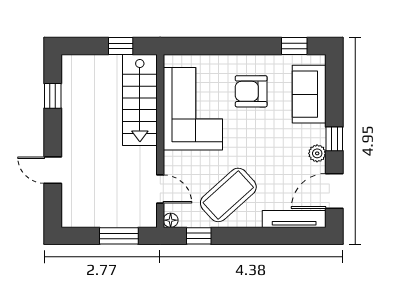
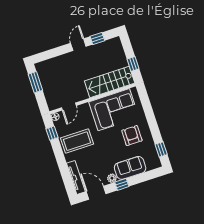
sofa: (309, 94) -> (130, 168), moved
door: (53, 170) -> (78, 45), moved
coffee table: (228, 195) -> (77, 141), turned -48
window: (119, 236) -> (35, 82), moved

